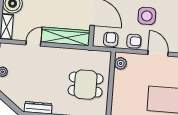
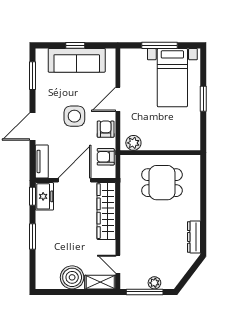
door: (33, 43) -> (118, 264), moved
dining table: (86, 85) -> (162, 183), turned 90

